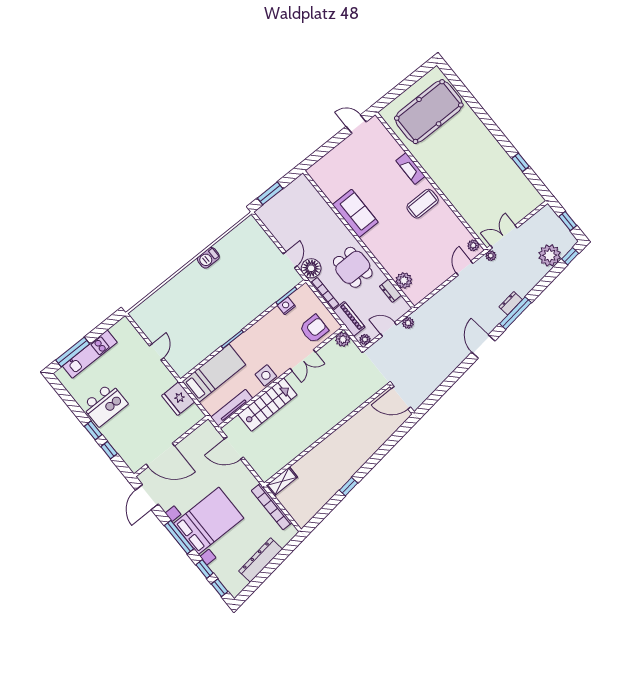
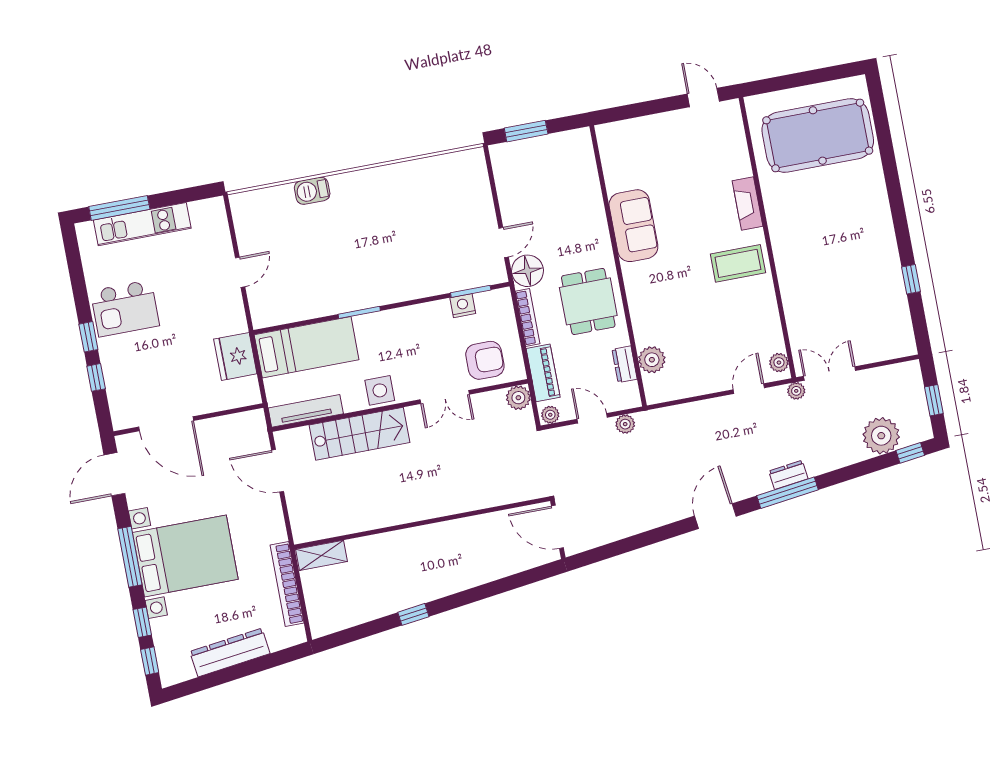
barbecue: (208, 258) -> (312, 191), moved

